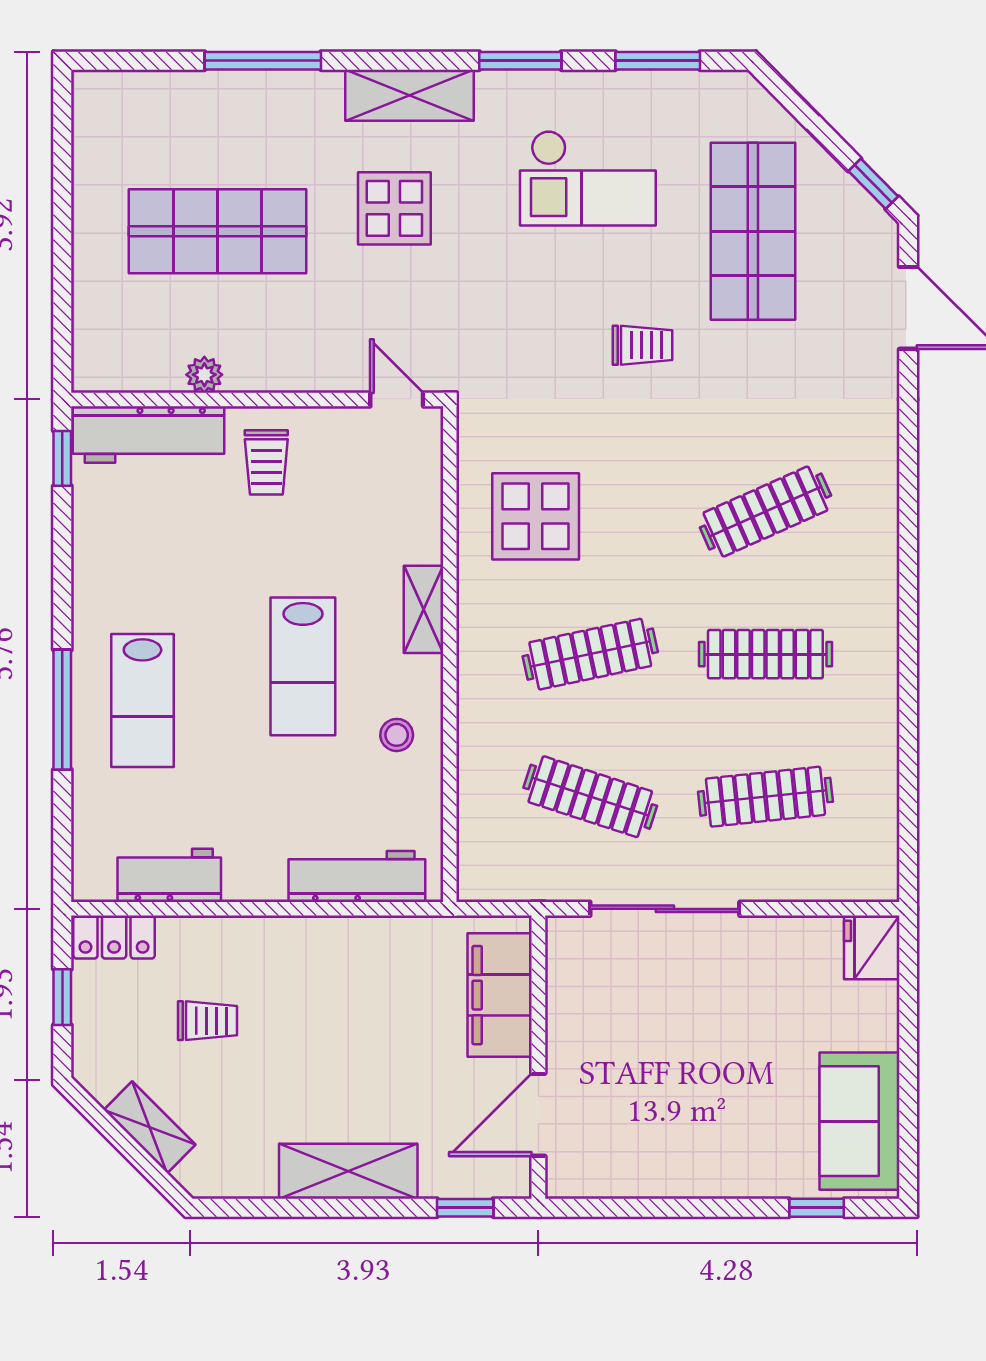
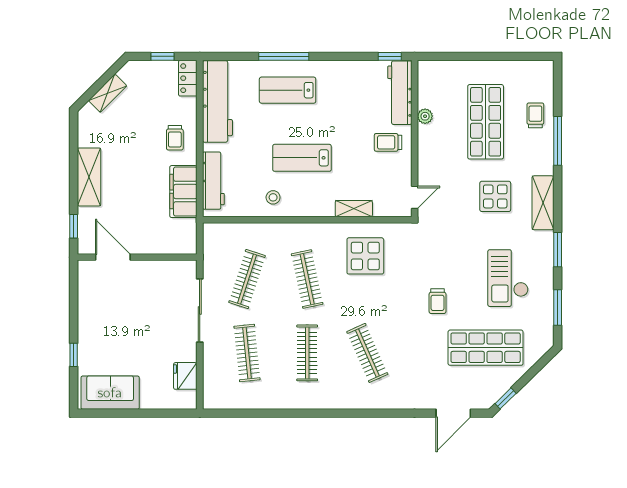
trolley: (202, 113) -> (535, 115), added
shelving: (423, 609) -> (354, 209), moved
workbench: (169, 875) -> (217, 101), width x1.88, depth x1.32
fridge: (872, 947) -> (185, 376), moved, turned -90
filing cabinet: (500, 995) -> (183, 192), moved, turned -90
trolley: (207, 1021) -> (175, 138), moved
window: (817, 1208) -> (74, 355), moved

